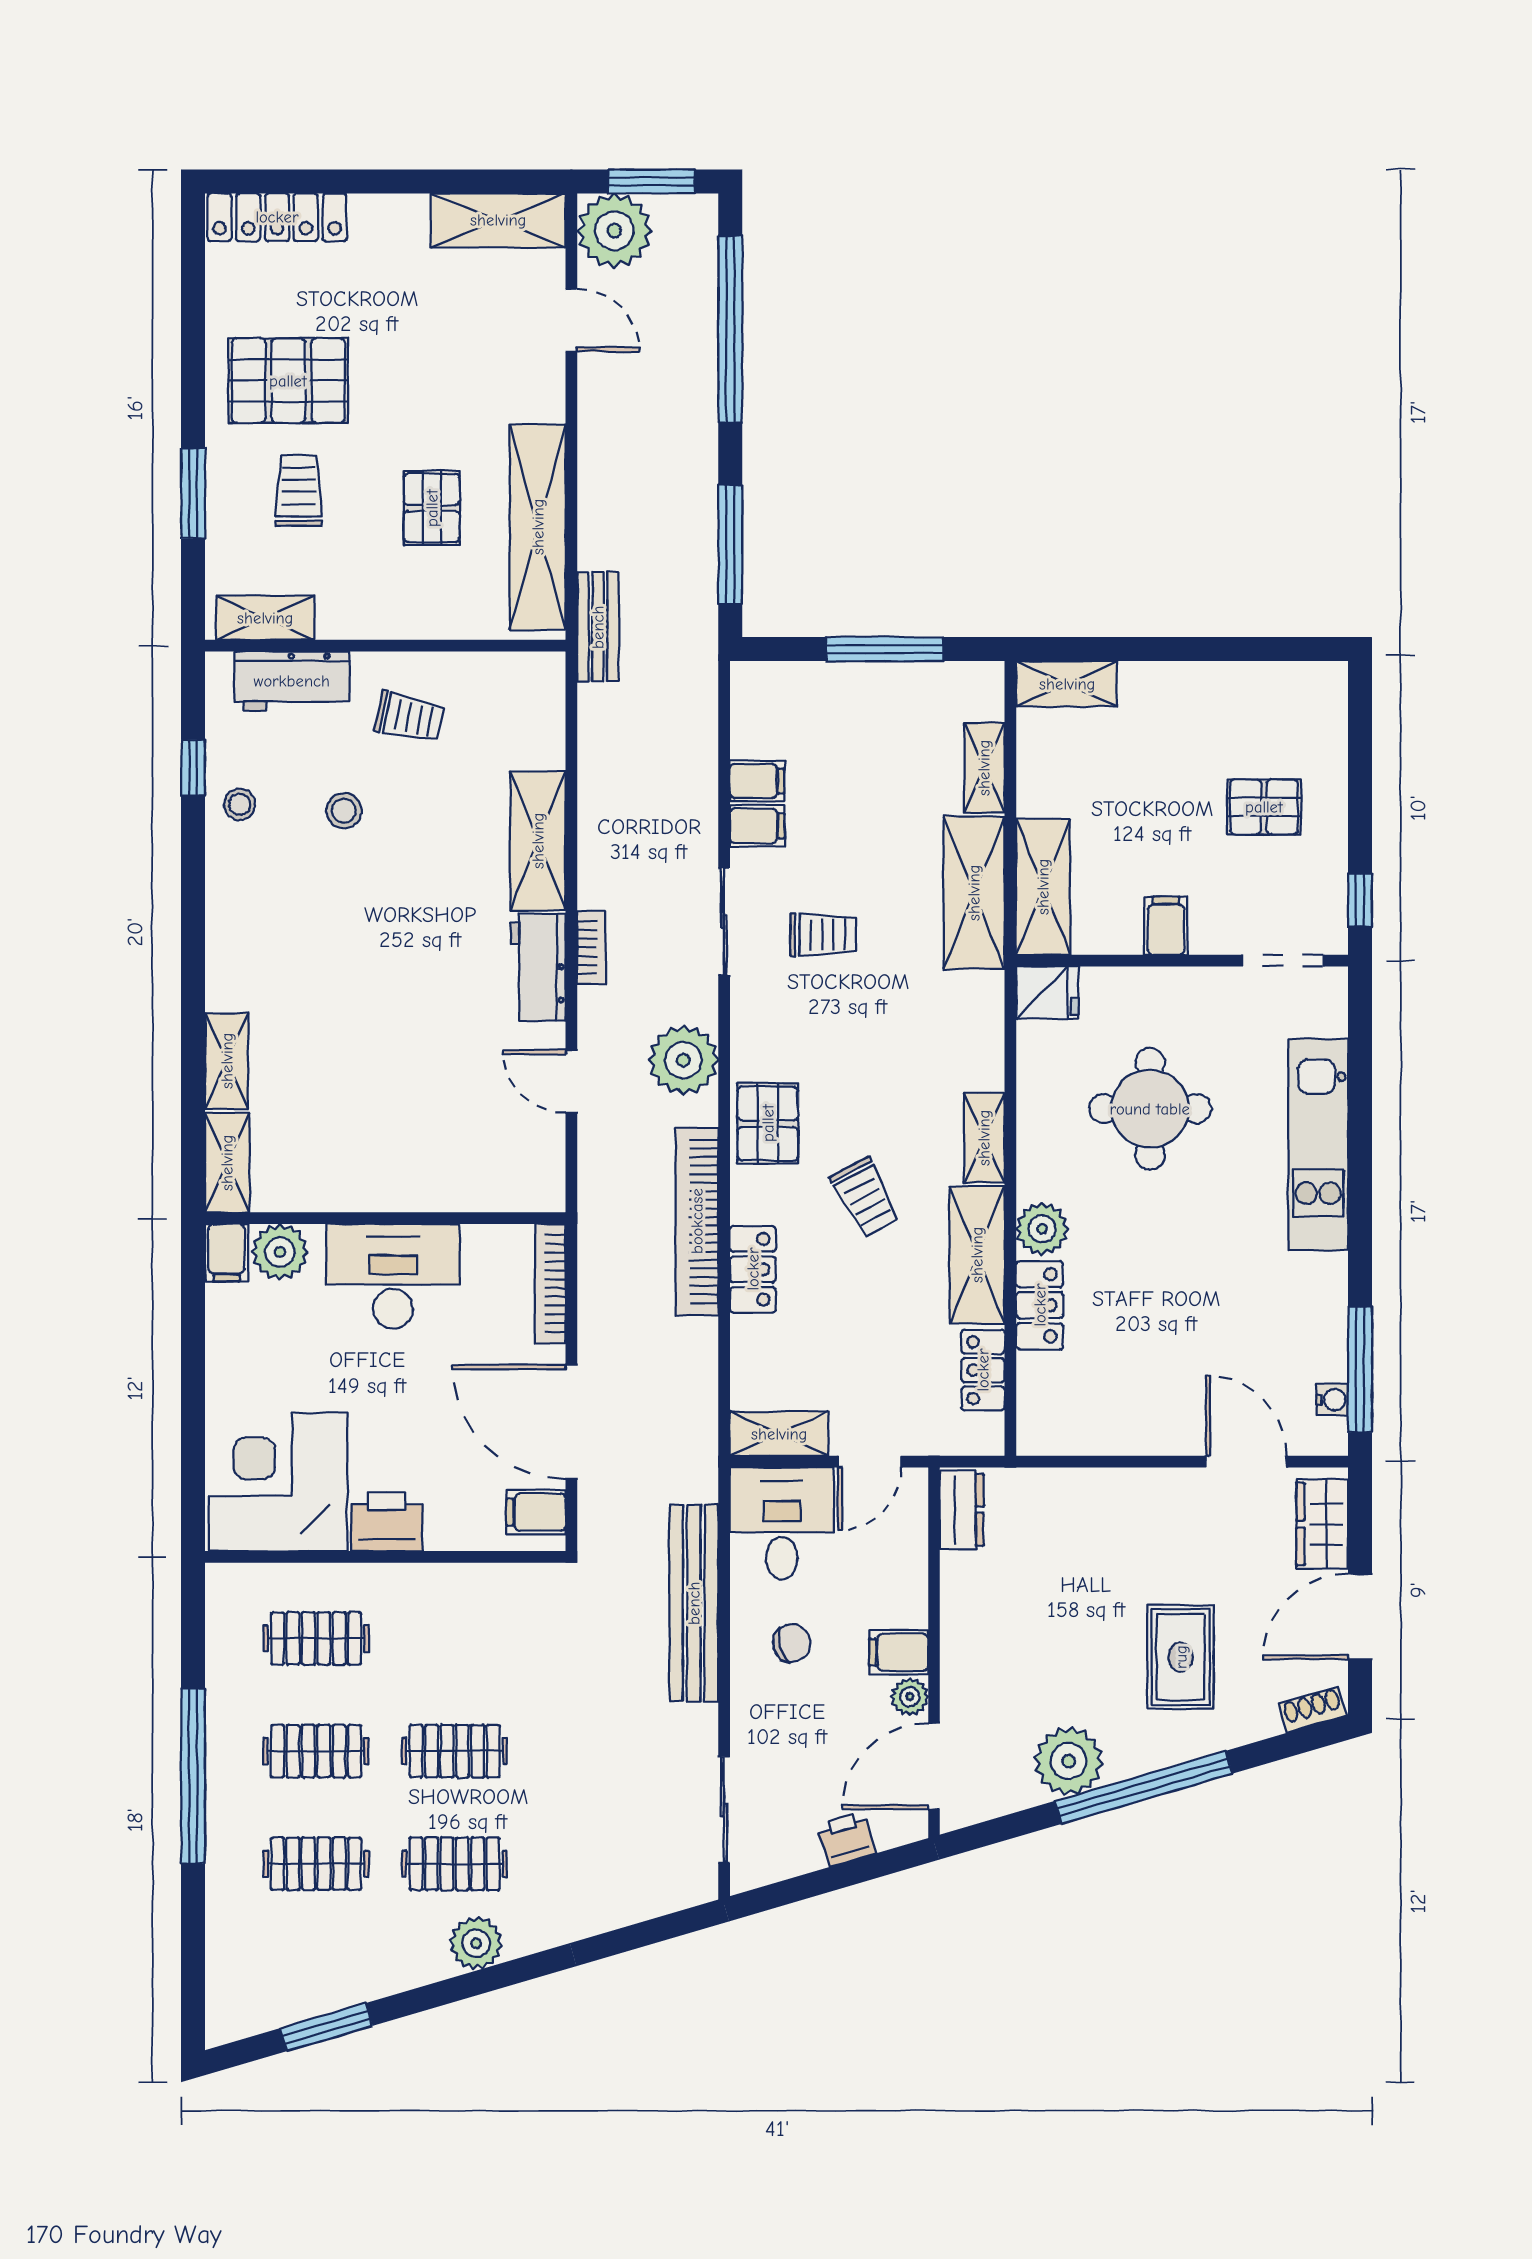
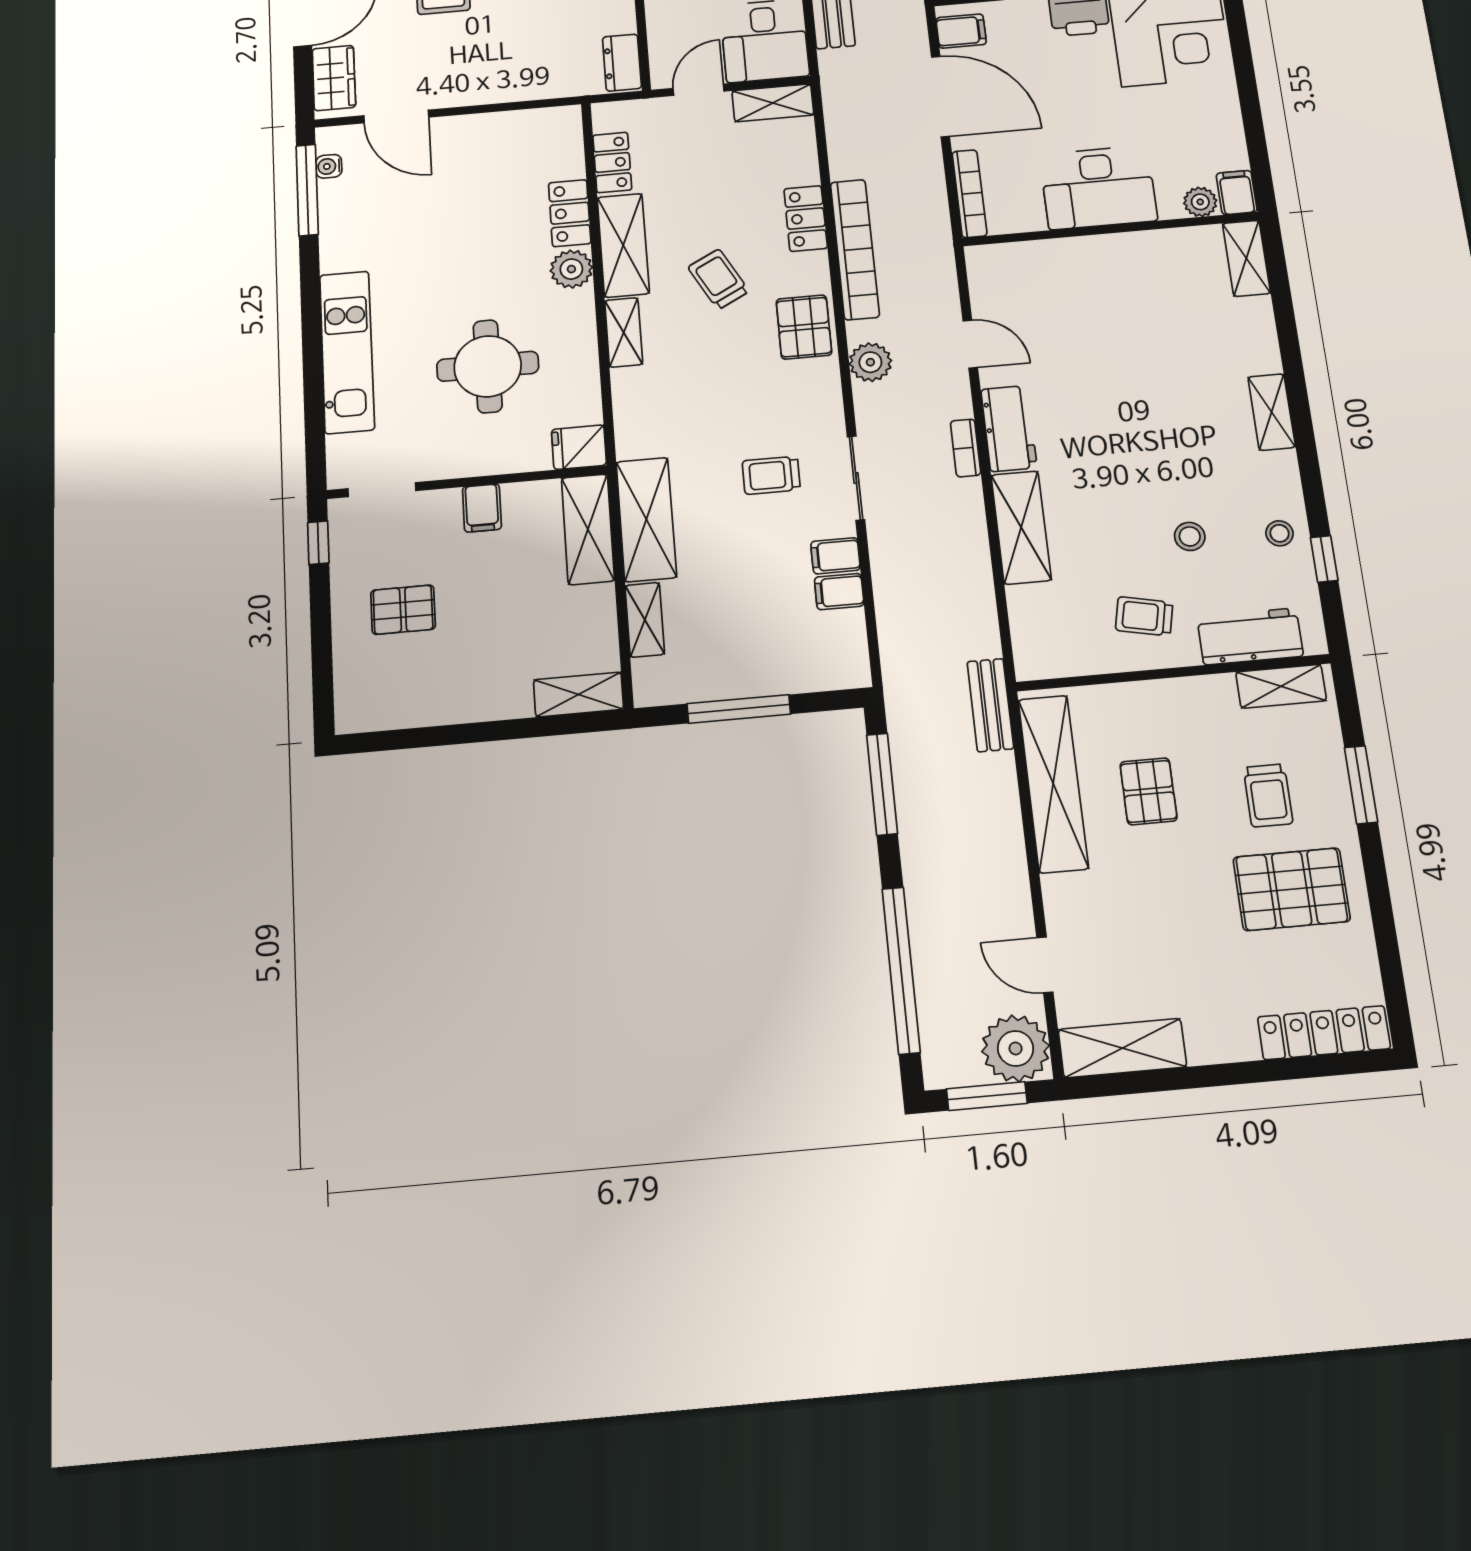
plant: (683, 1060) -> (870, 362), width x0.73, depth x0.73
shelving: (227, 1061) -> (1272, 412), moved
plant: (280, 1252) -> (1200, 202), width x0.73, depth x0.73

